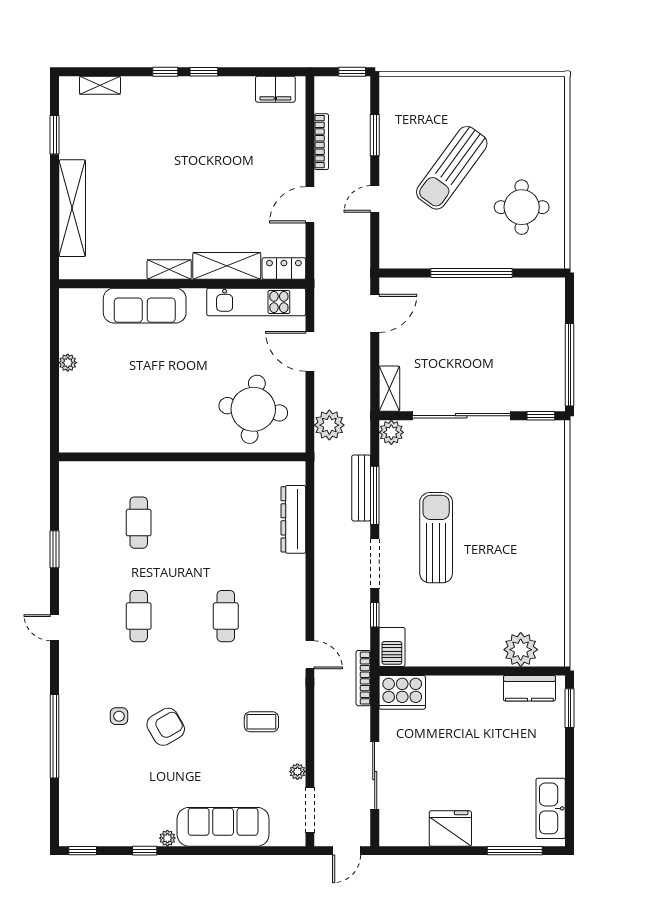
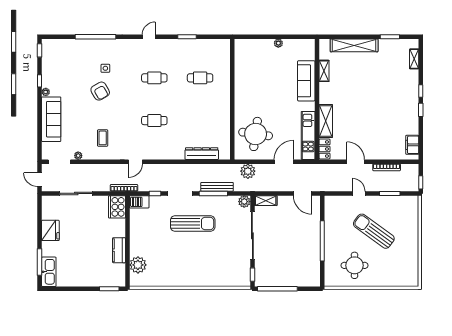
shelving: (169, 270) -> (324, 71), moved
kitchen counter: (529, 688) -> (119, 250), moved
kitchen sink: (551, 808) -> (49, 272), moved, turned 90

